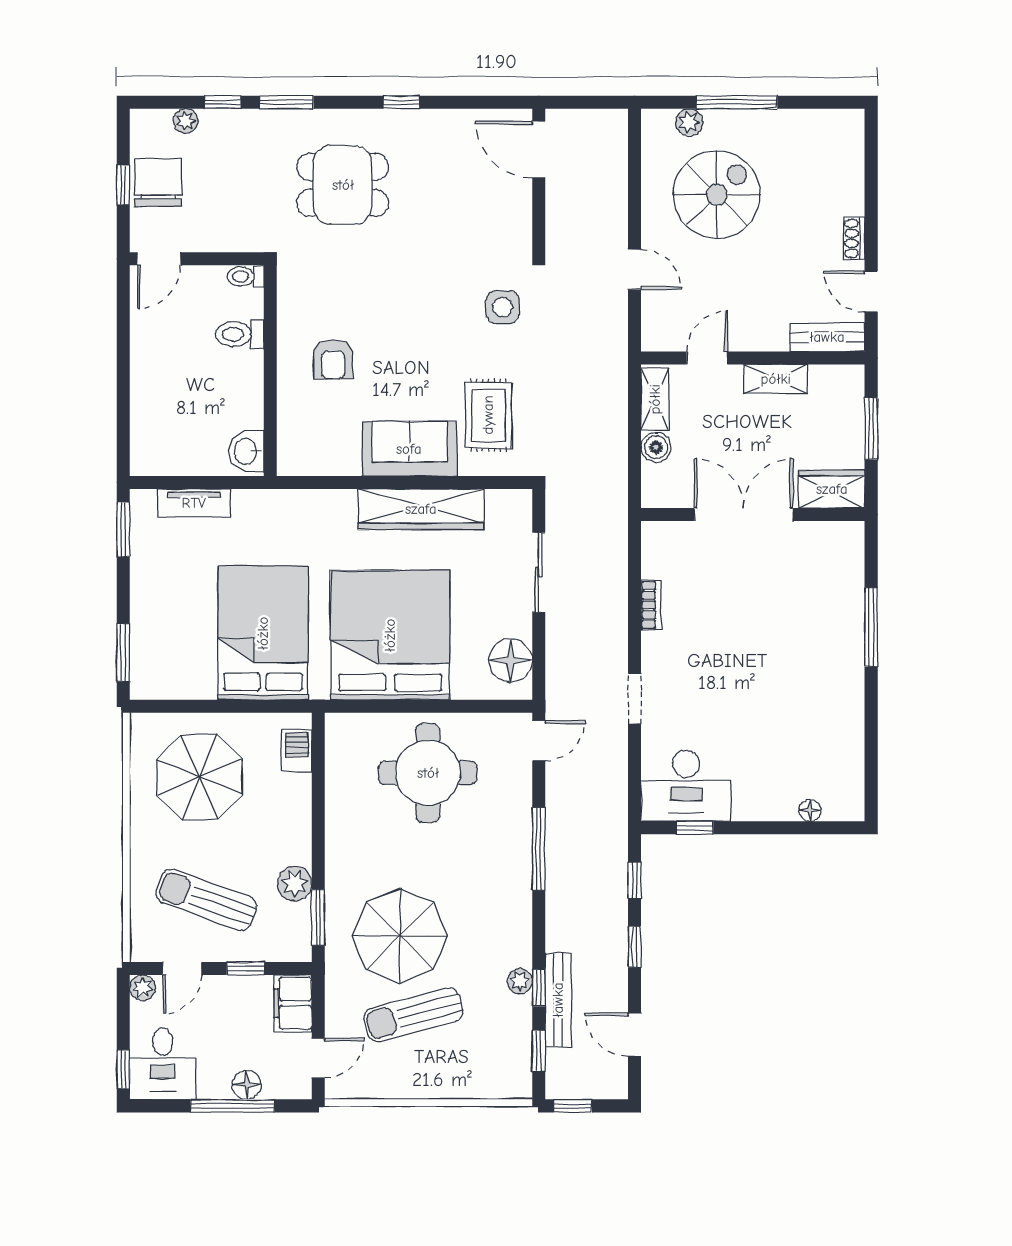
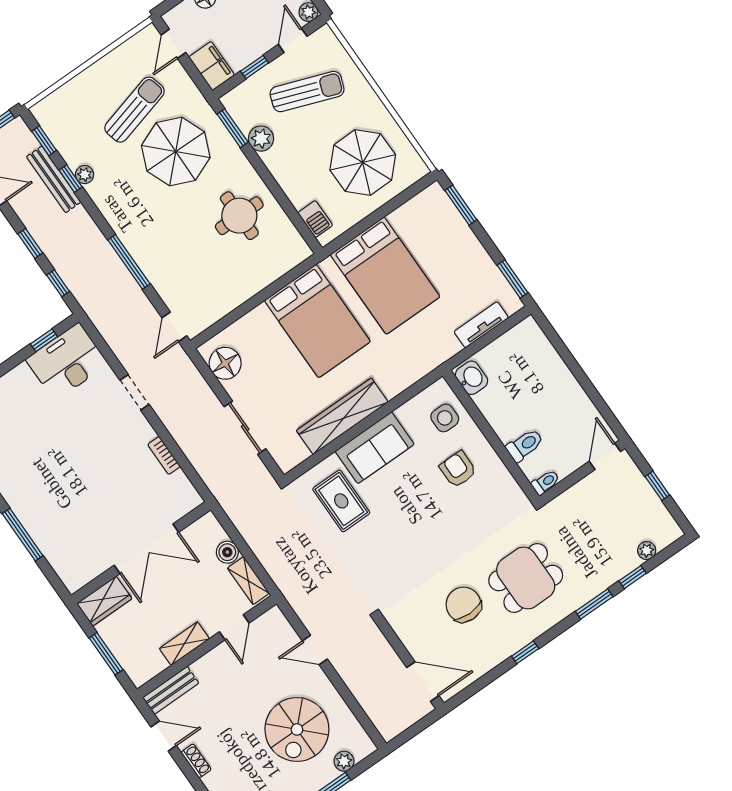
chair: (158, 183) -> (463, 605), moved, turned 180
side table: (503, 307) -> (445, 418), moved
bed: (390, 635) -> (317, 321), width x0.73
round table: (428, 773) -> (239, 216), moved, width x0.73, depth x0.73

